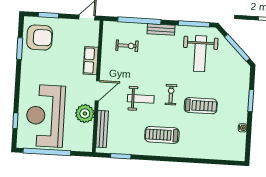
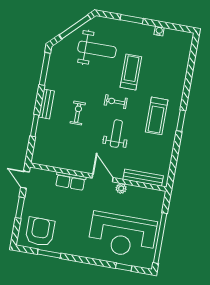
window: (48, 15) -> (20, 208), moved
window: (139, 21) -> (35, 126), width x0.47
exercise bike: (127, 46) -> (78, 113), moved
weight bench: (200, 54) -> (97, 49), moved
plant: (85, 114) -> (121, 188), width x0.53, depth x0.53
window: (121, 156) -> (181, 121), moved

